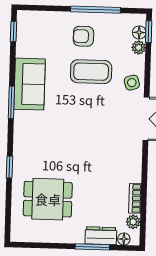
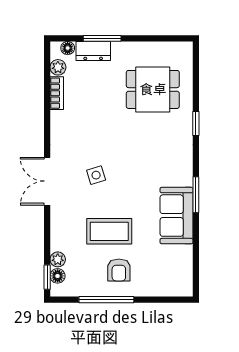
window: (14, 31) -> (196, 273), removed
armchair: (83, 36) -> (119, 270), turned 90
side table: (132, 83) -> (96, 175), moved

